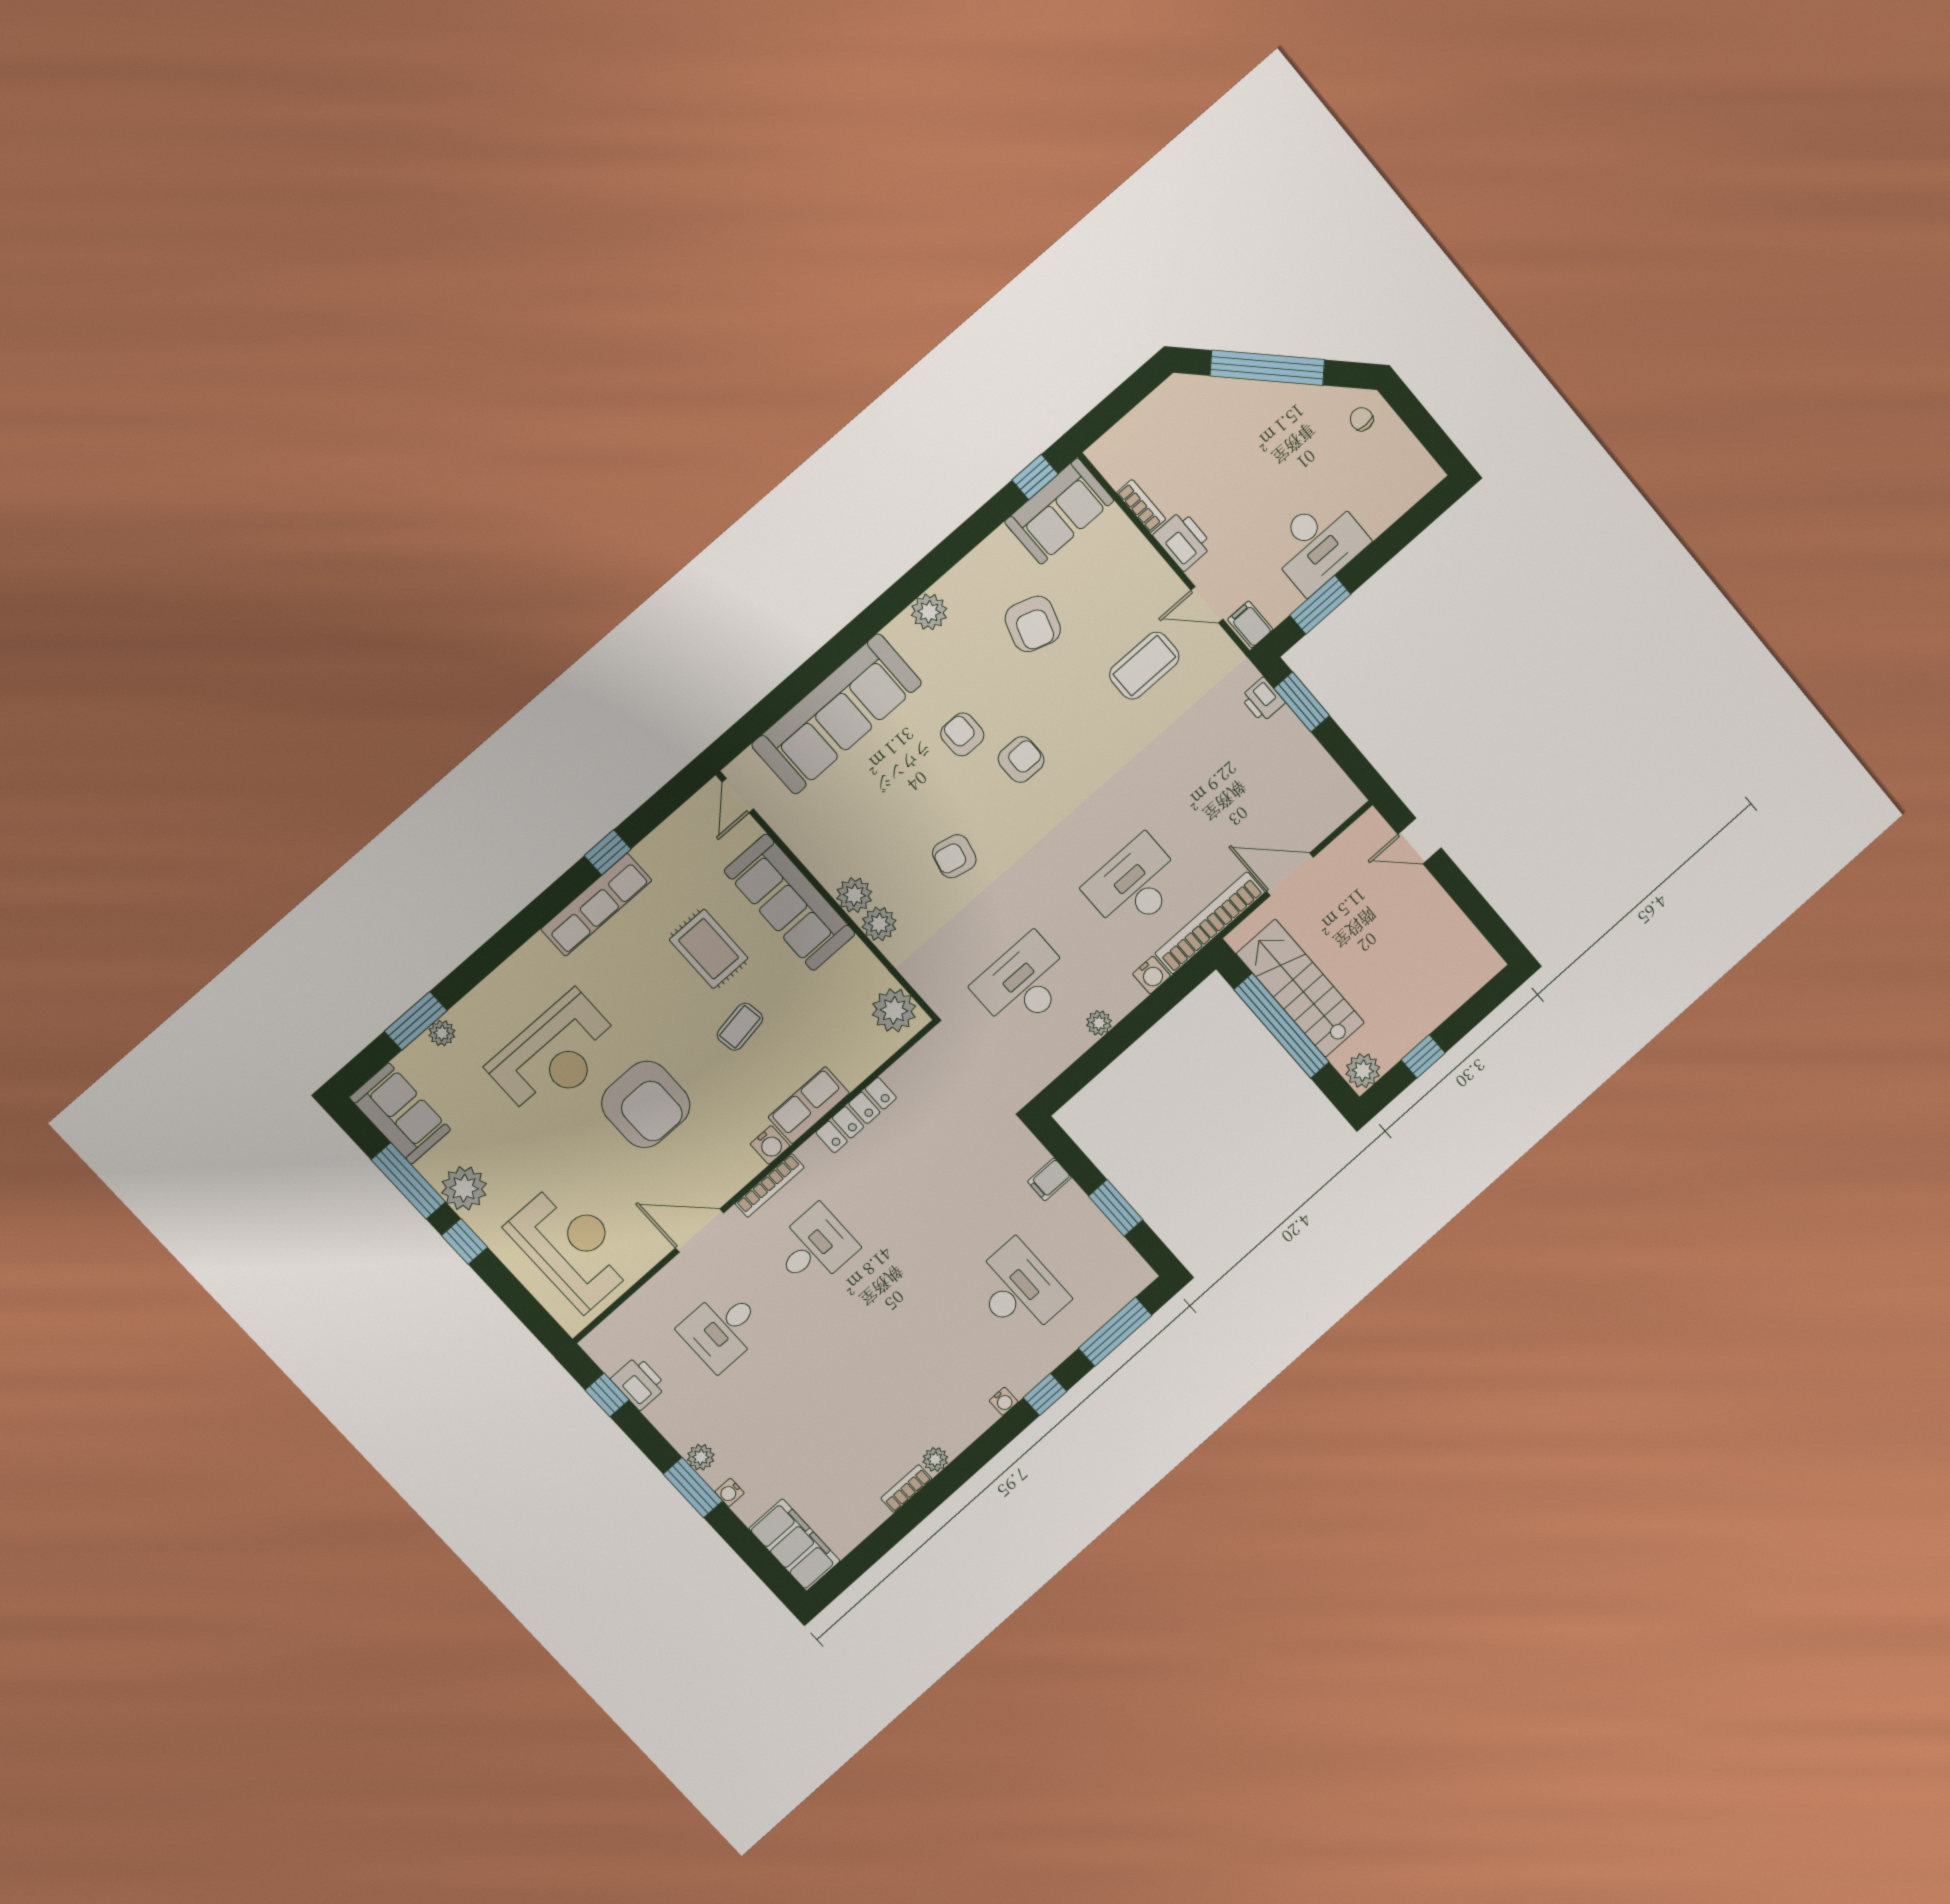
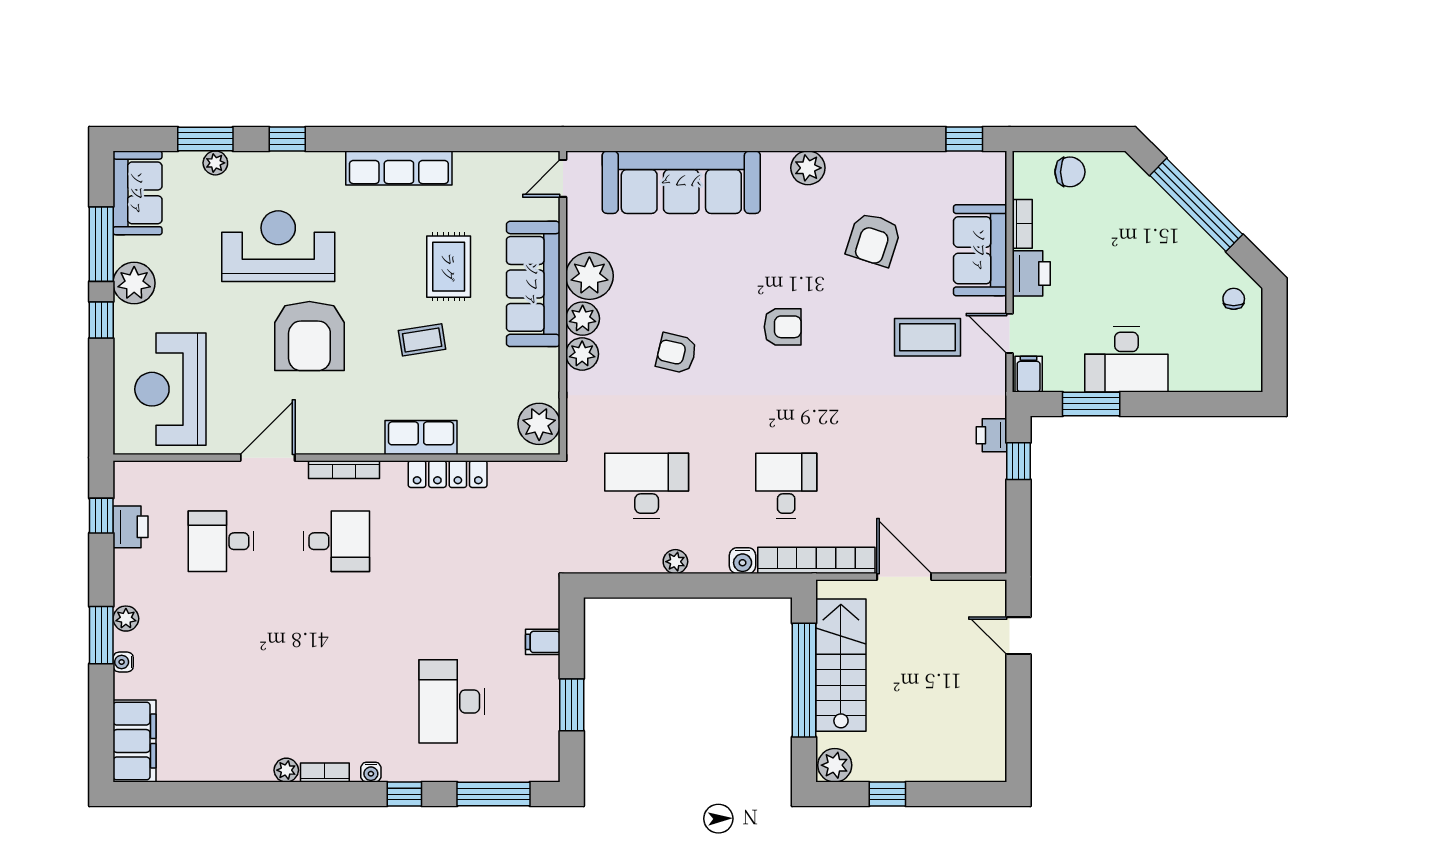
chair: (1143, 429) -> (1070, 172), added
sofa: (1059, 511) -> (980, 250), moved, turned 90
window: (1302, 702) -> (1018, 461), width x0.67
armchair: (962, 734) -> (757, 273), removed
window: (608, 852) -> (287, 139), moved
plant: (829, 856) -> (589, 276), added
desk: (1135, 885) -> (786, 486), width x0.73
reception desk: (555, 1055) -> (278, 246), turned 180
water cooler: (770, 1145) -> (369, 441), removed
door: (700, 1230) -> (268, 458), hinge flipped
reception desk: (571, 1246) -> (170, 389), turned 180
desk: (1019, 1290) -> (452, 701), turned 180
bookcase: (906, 1489) -> (325, 772), moved

